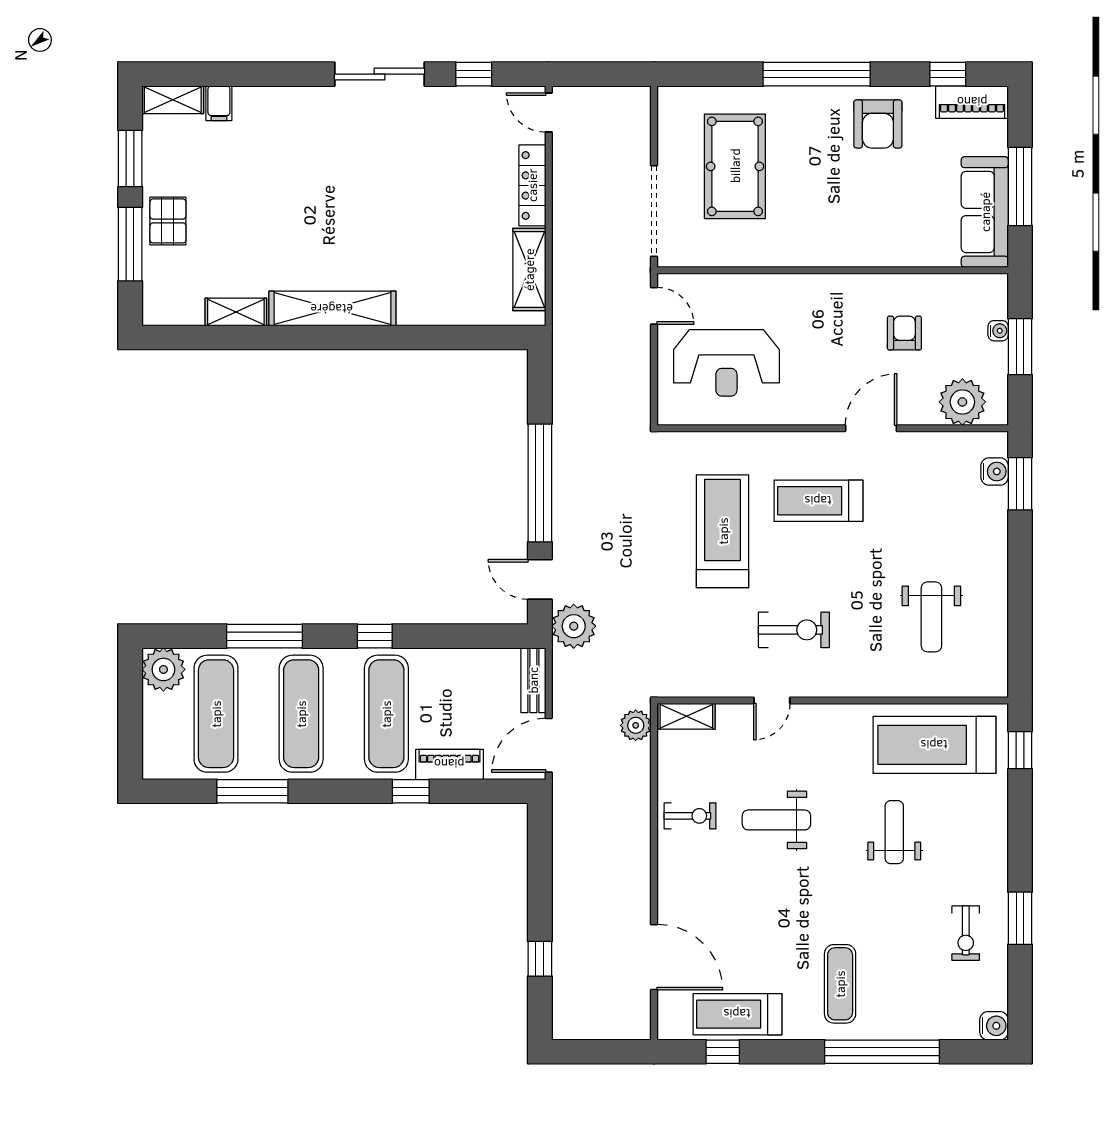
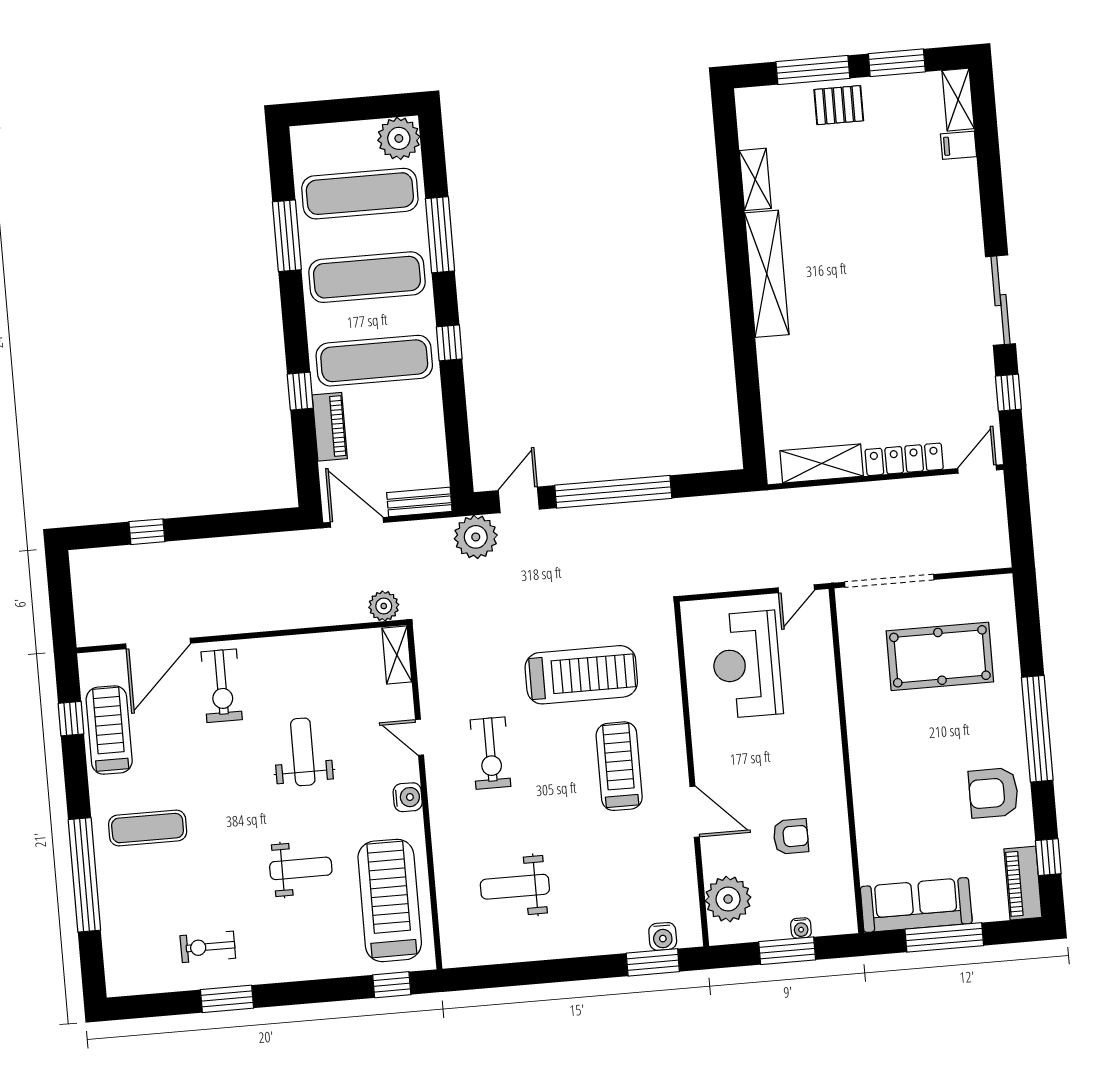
exercise bike: (690, 816) -> (222, 686), moved, width x1.38, depth x1.39
water cooler: (994, 1026) -> (408, 797), moved, turned -90

